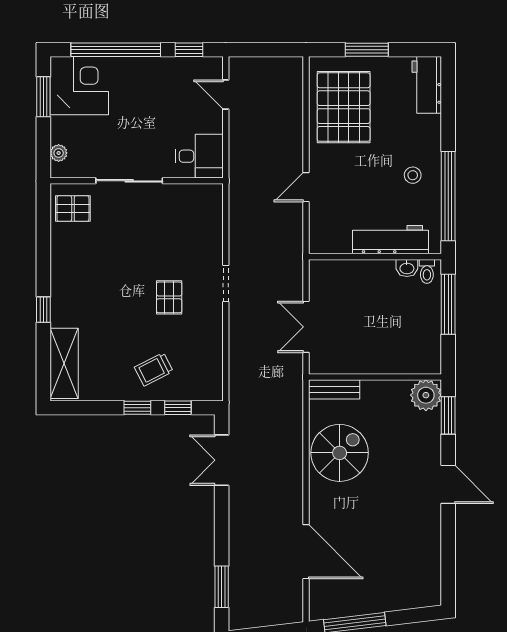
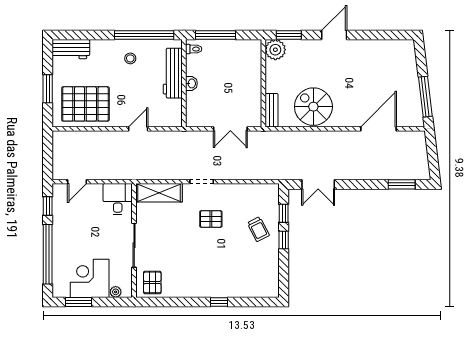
corner desk: (79, 86) -> (90, 278), moved
door: (306, 187) -> (138, 129), swing flipped
washbasin: (407, 268) -> (191, 83), moved
shelving: (64, 363) -> (159, 193), moved

